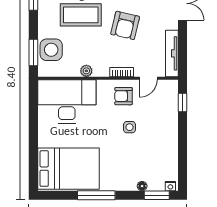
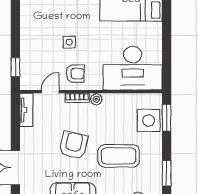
tv unit: (172, 53) -> (26, 110), width x0.71
plant: (86, 71) -> (96, 99), moved

